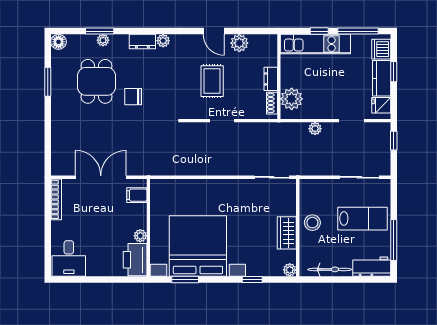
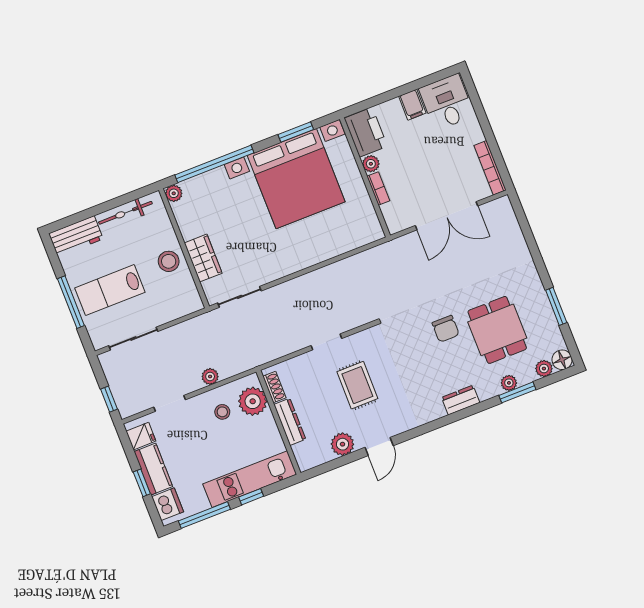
door: (214, 31) -> (379, 447), swing flipped
plant: (163, 41) -> (544, 369), moved
dresser: (271, 79) -> (290, 422), width x1.44
chair: (133, 97) -> (446, 329), turned 90
stool: (316, 100) -> (222, 412), added
filing cabinet: (137, 195) -> (412, 105), moved, turned 90
bookcase: (142, 216) -> (378, 189), added
wardrobe: (287, 233) -> (203, 258), moved
window: (394, 240) -> (71, 302), moved
window: (252, 280) -> (214, 164), width x3.17

